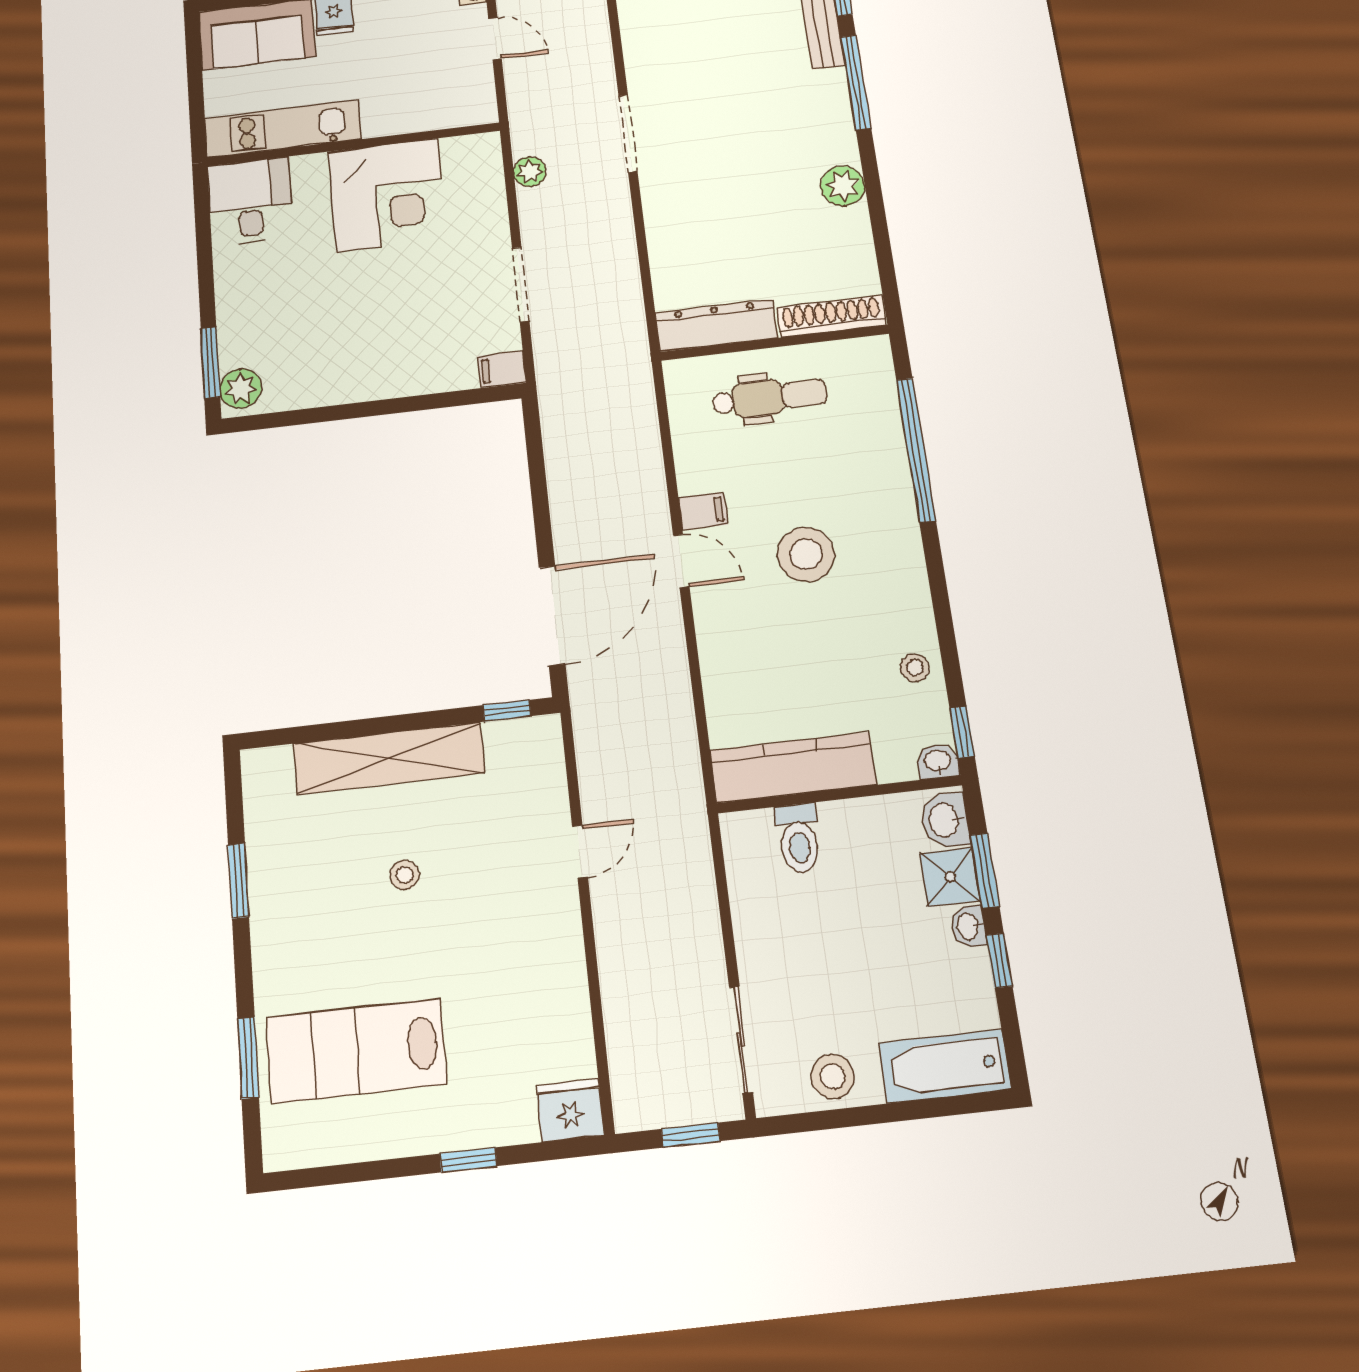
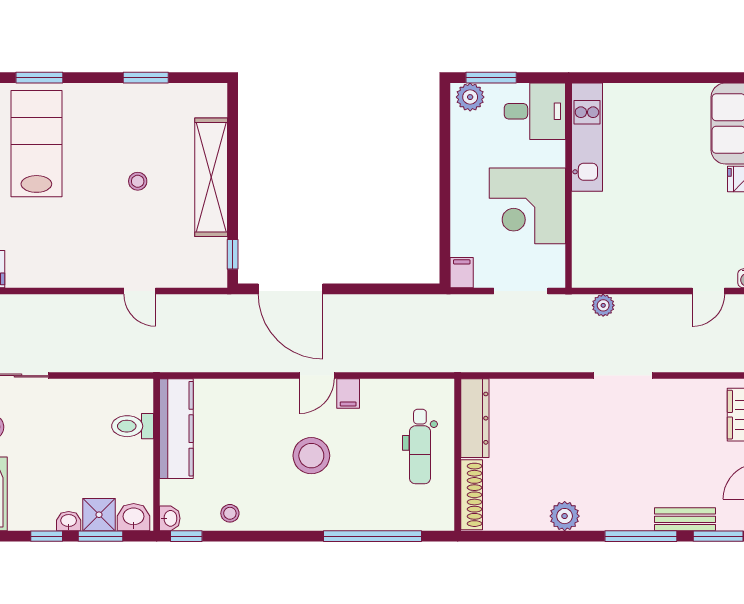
kitchen unit: (283, 129) -> (587, 137), moved
wall: (353, 144) -> (569, 185), moved
corner desk: (387, 195) -> (527, 206), moved
desk: (250, 201) -> (535, 111), moved

